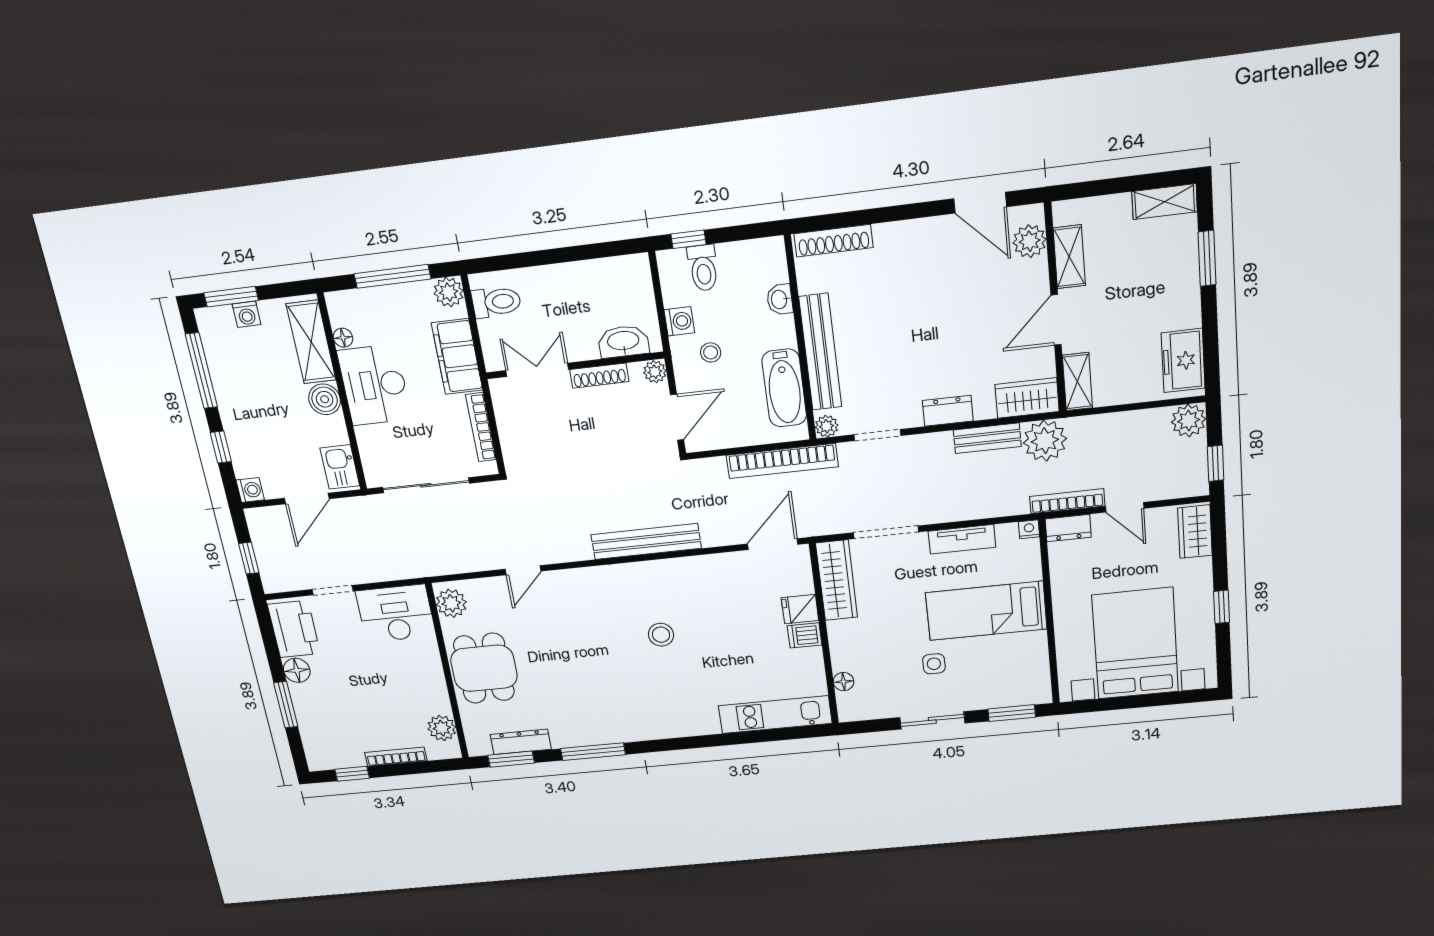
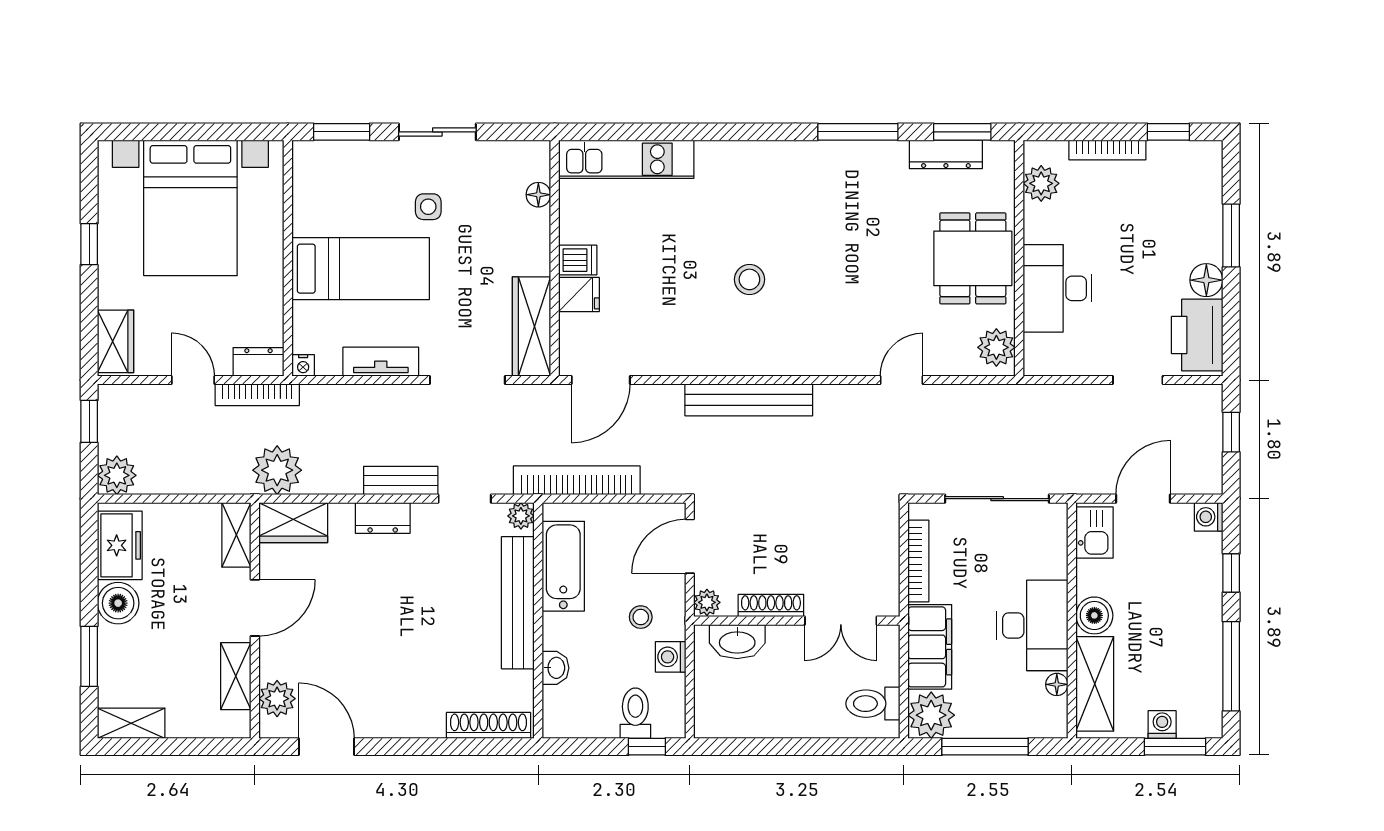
plant: (449, 292) -> (931, 715), width x1.36, depth x1.36
boiler: (1182, 309) -> (118, 603), added
bench: (987, 438) -> (401, 481), moved
desk: (396, 613) -> (1058, 288), moved, turned 90

